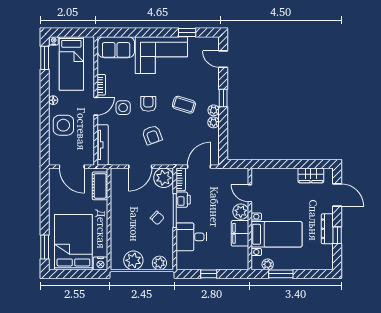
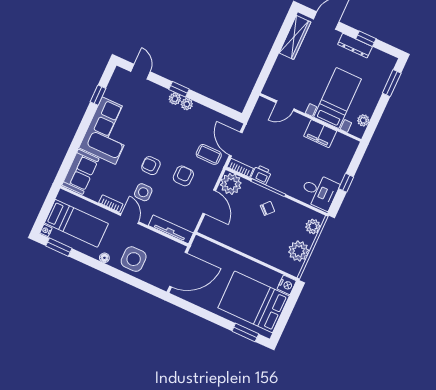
door: (223, 59) -> (141, 72), swing flipped
coffee table: (184, 105) -> (209, 154), moved, turned 73
plant: (214, 122) -> (175, 99), moved
armchair: (152, 135) -> (183, 176), turned -70
door: (72, 167) -> (178, 270), width x1.36
wardrobe: (311, 175) -> (295, 37), width x1.50
cot: (100, 186) -> (210, 250), removed
plant: (241, 212) -> (299, 123), removed
desk: (191, 237) -> (319, 191), moved, turned -90
window: (281, 274) -> (392, 83), moved

